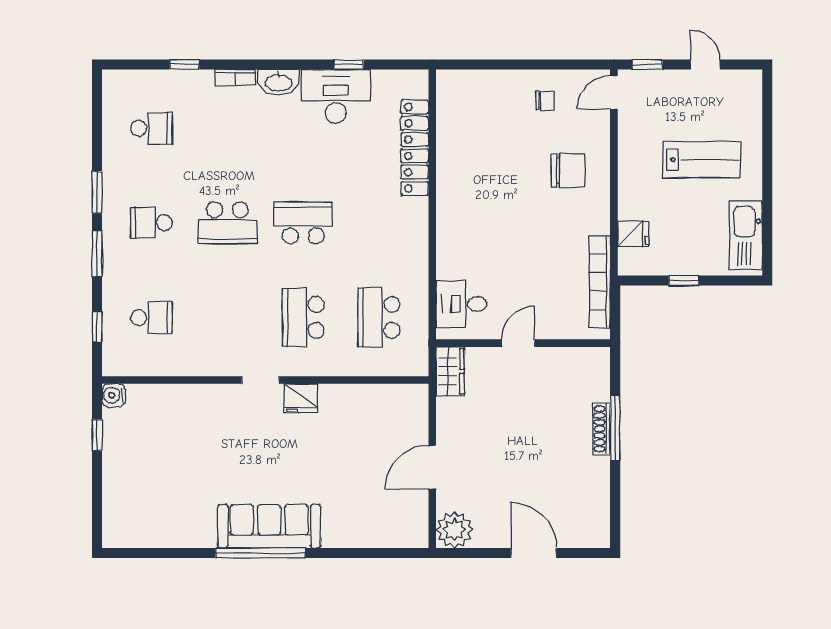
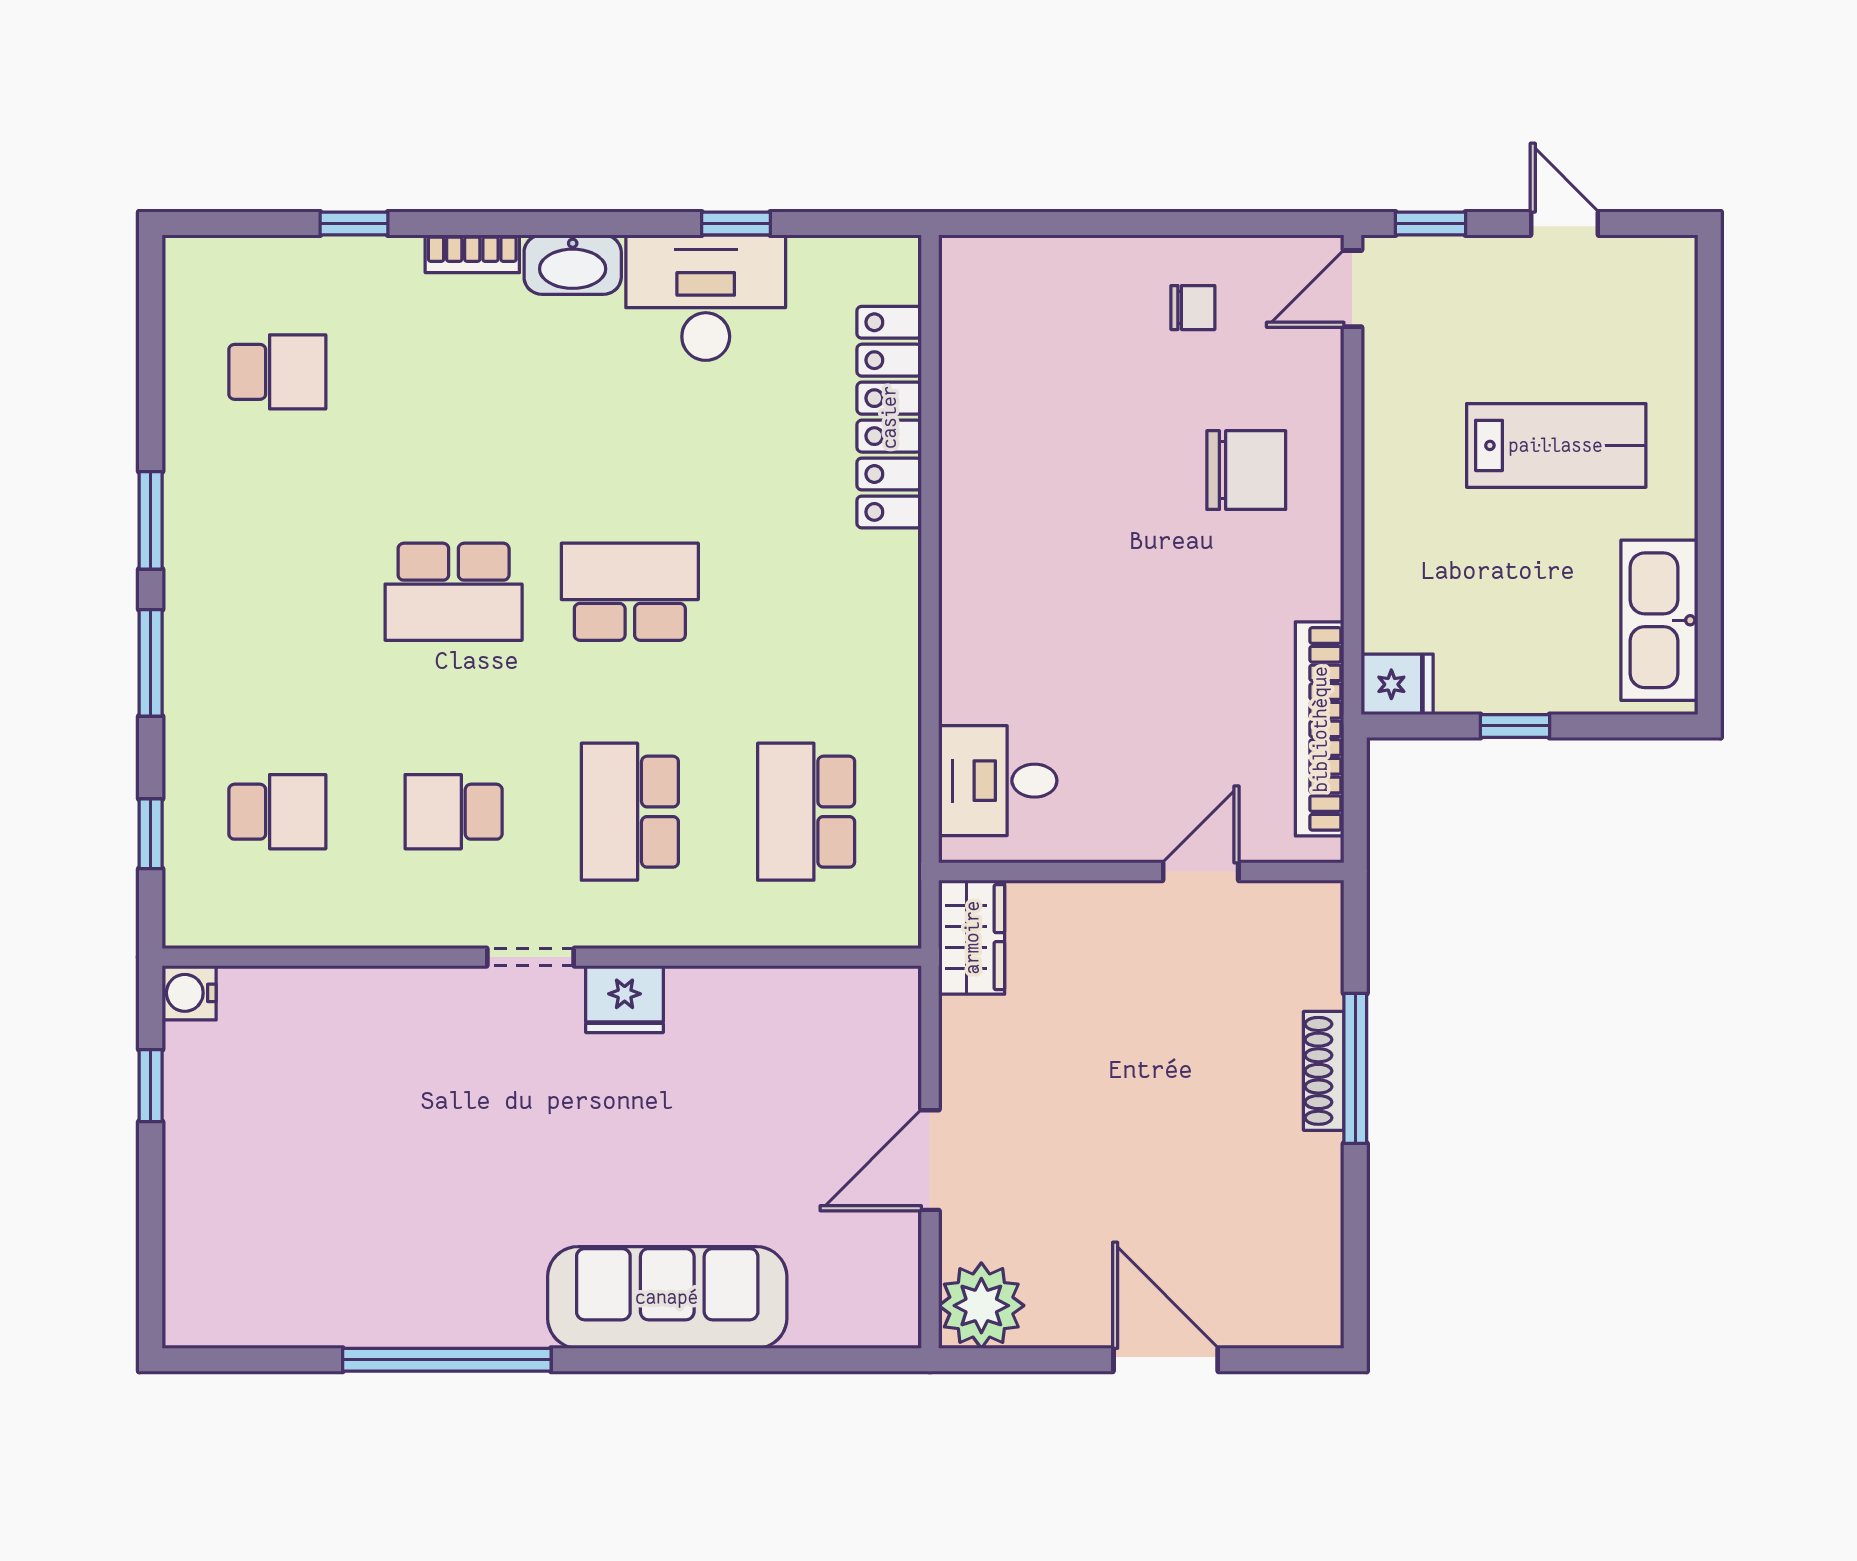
school desk: (152, 223) -> (454, 812), moved
fridge: (633, 234) -> (1397, 684), moved
door: (518, 343) -> (1201, 872), moved
sofa: (269, 526) -> (667, 1297), moved
window: (260, 553) -> (447, 1360), moved

